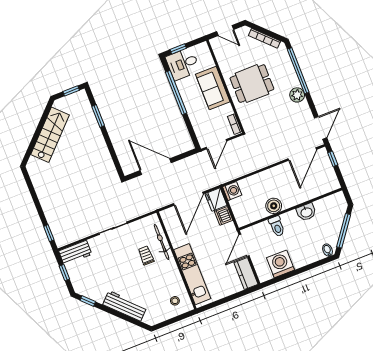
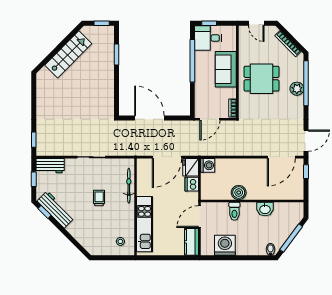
plant: (297, 95) -> (297, 89), moved
trolley: (146, 255) -> (99, 198), moved
workbench: (125, 306) -> (56, 209), moved

